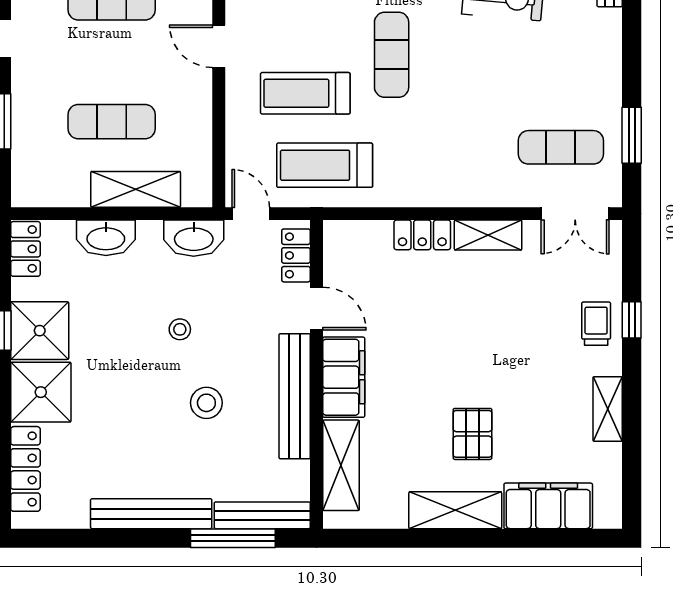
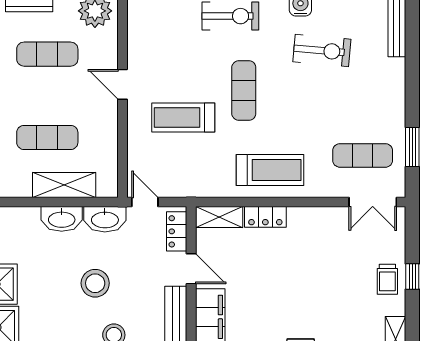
treadmill: (325, 165) -> (270, 170), moved, turned 180
shelving: (488, 235) -> (219, 217), moved
washbasin: (106, 238) -> (62, 219), moved
trolley: (596, 324) -> (387, 279), turned 180
stool: (180, 329) -> (95, 283), width x1.89, depth x1.89

